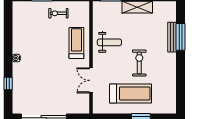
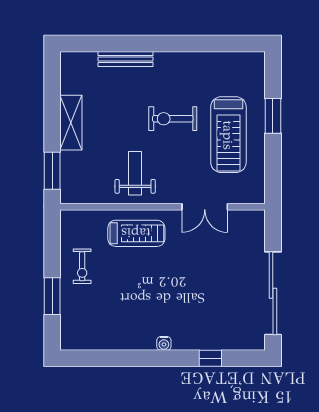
window: (181, 37) -> (125, 44), removed
treadmill: (76, 43) -> (136, 233), turned 180
treadmill: (131, 93) -> (228, 135), turned 180

